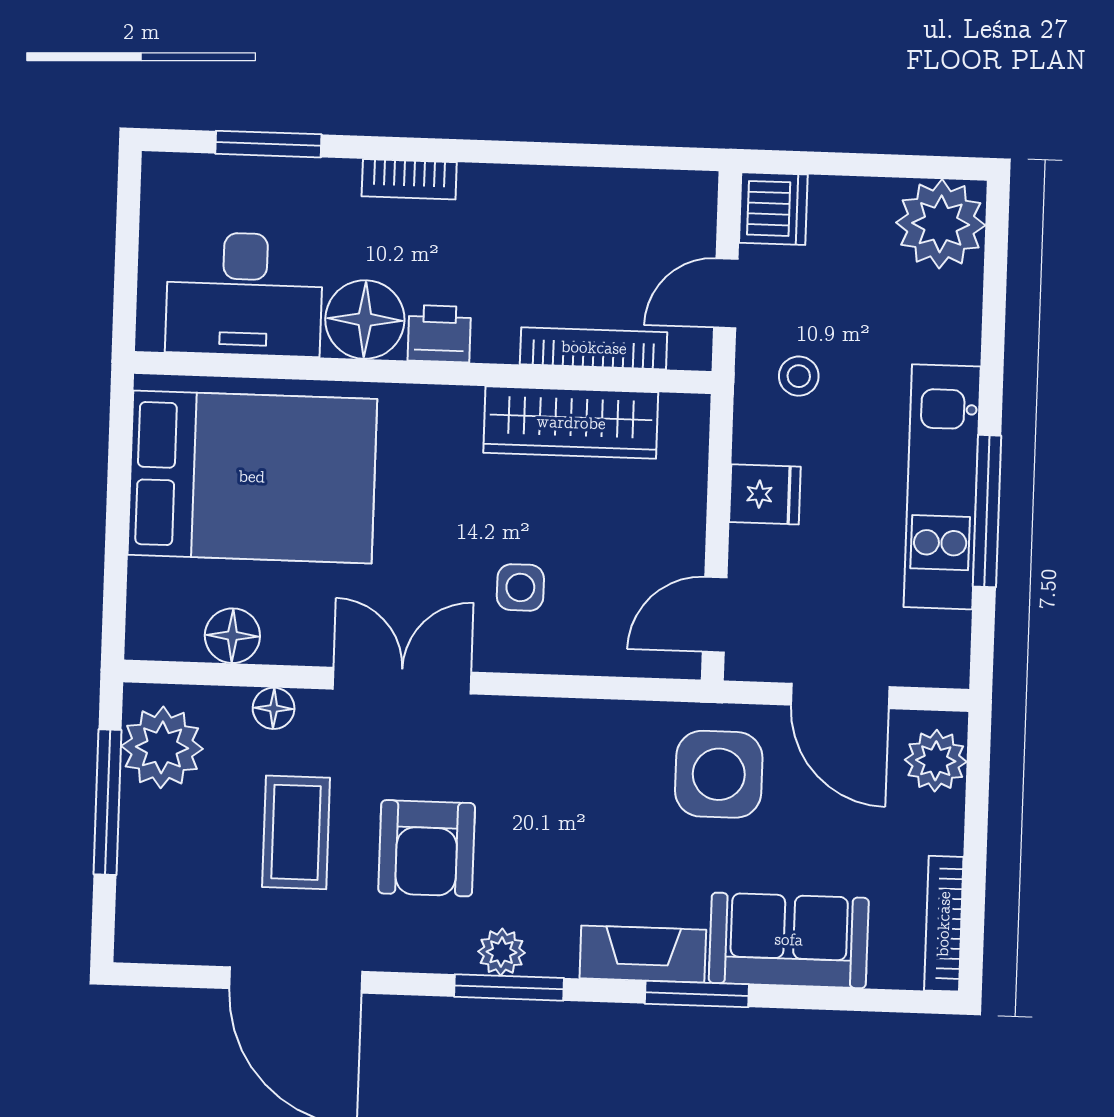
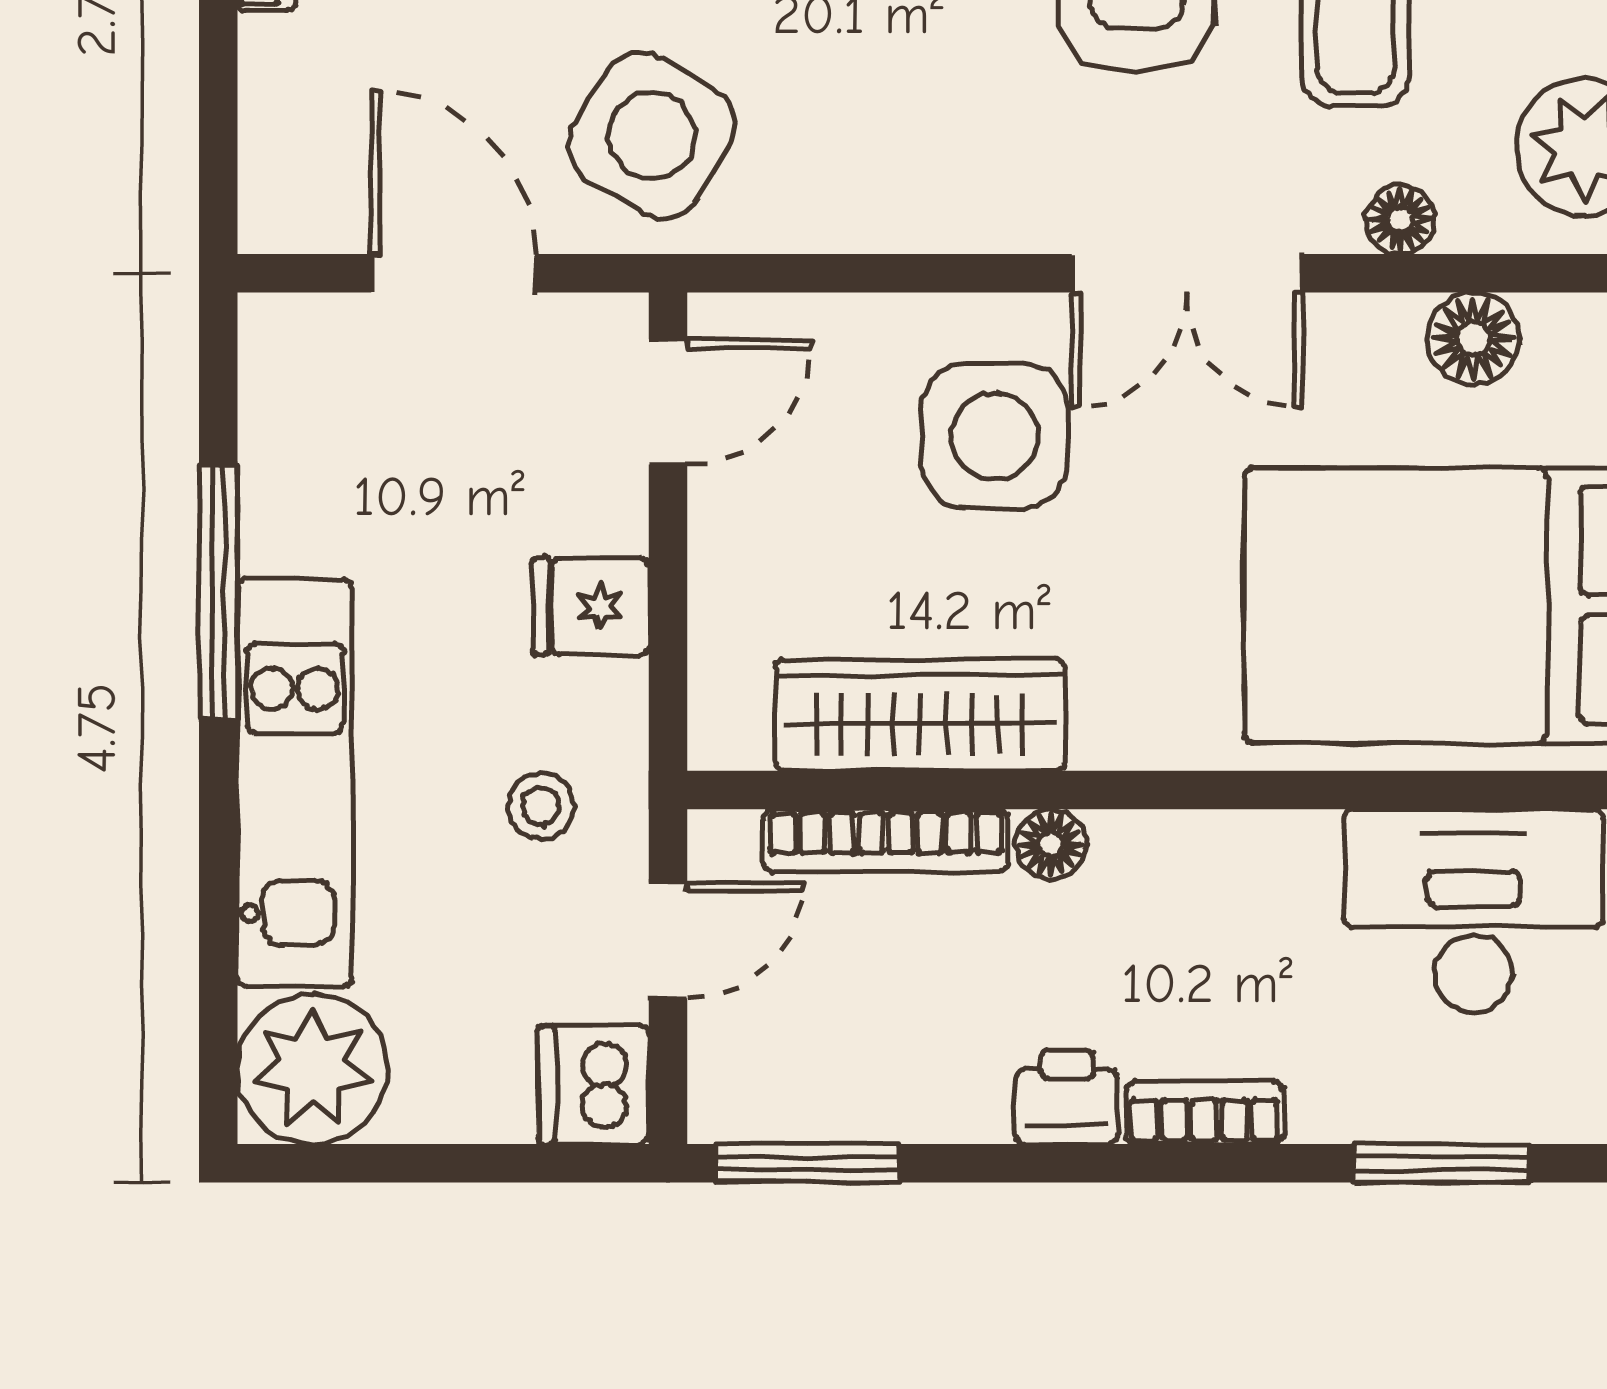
window: (647, 157) -> (807, 1163), added
floor lamp: (365, 320) -> (1051, 844), moved, width x0.53, depth x0.53
printer: (439, 334) -> (1067, 1097), moved, turned 180
kitchen unit: (942, 487) -> (295, 782), moved
side table: (520, 587) -> (994, 436), width x1.87, depth x1.87
plant: (936, 761) -> (289, 171), removed
side table: (719, 774) -> (652, 135), turned 31

